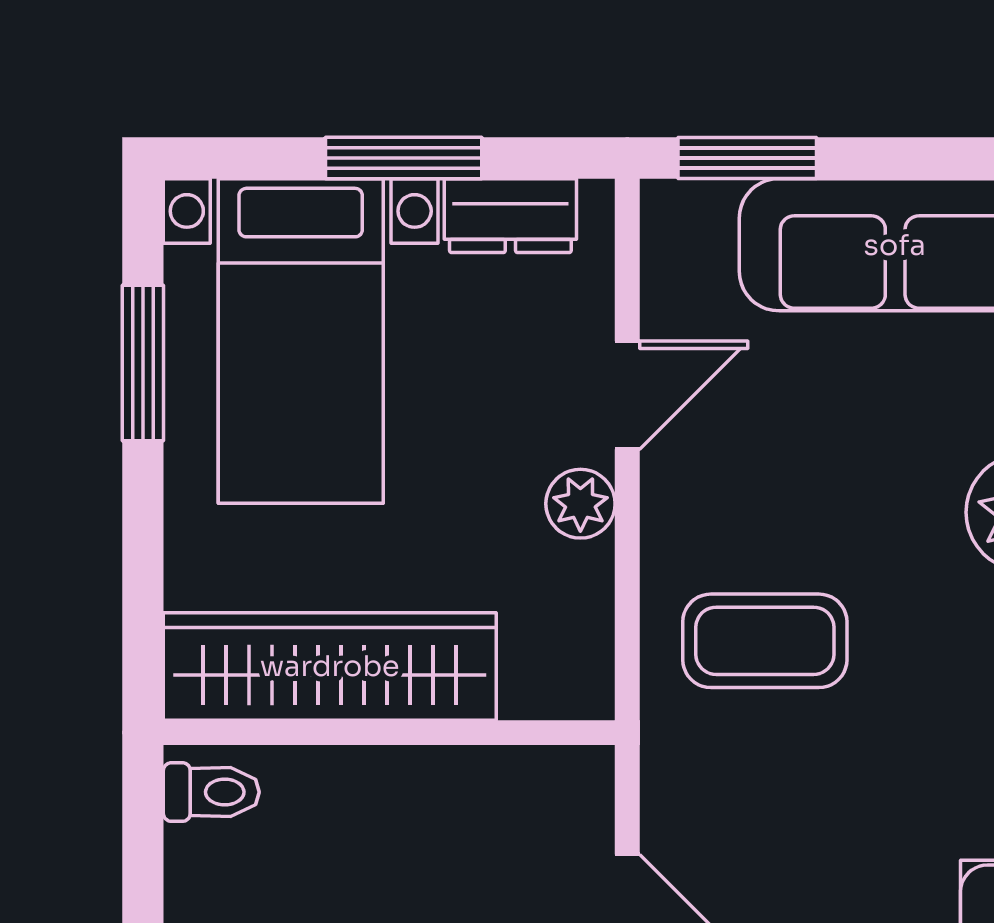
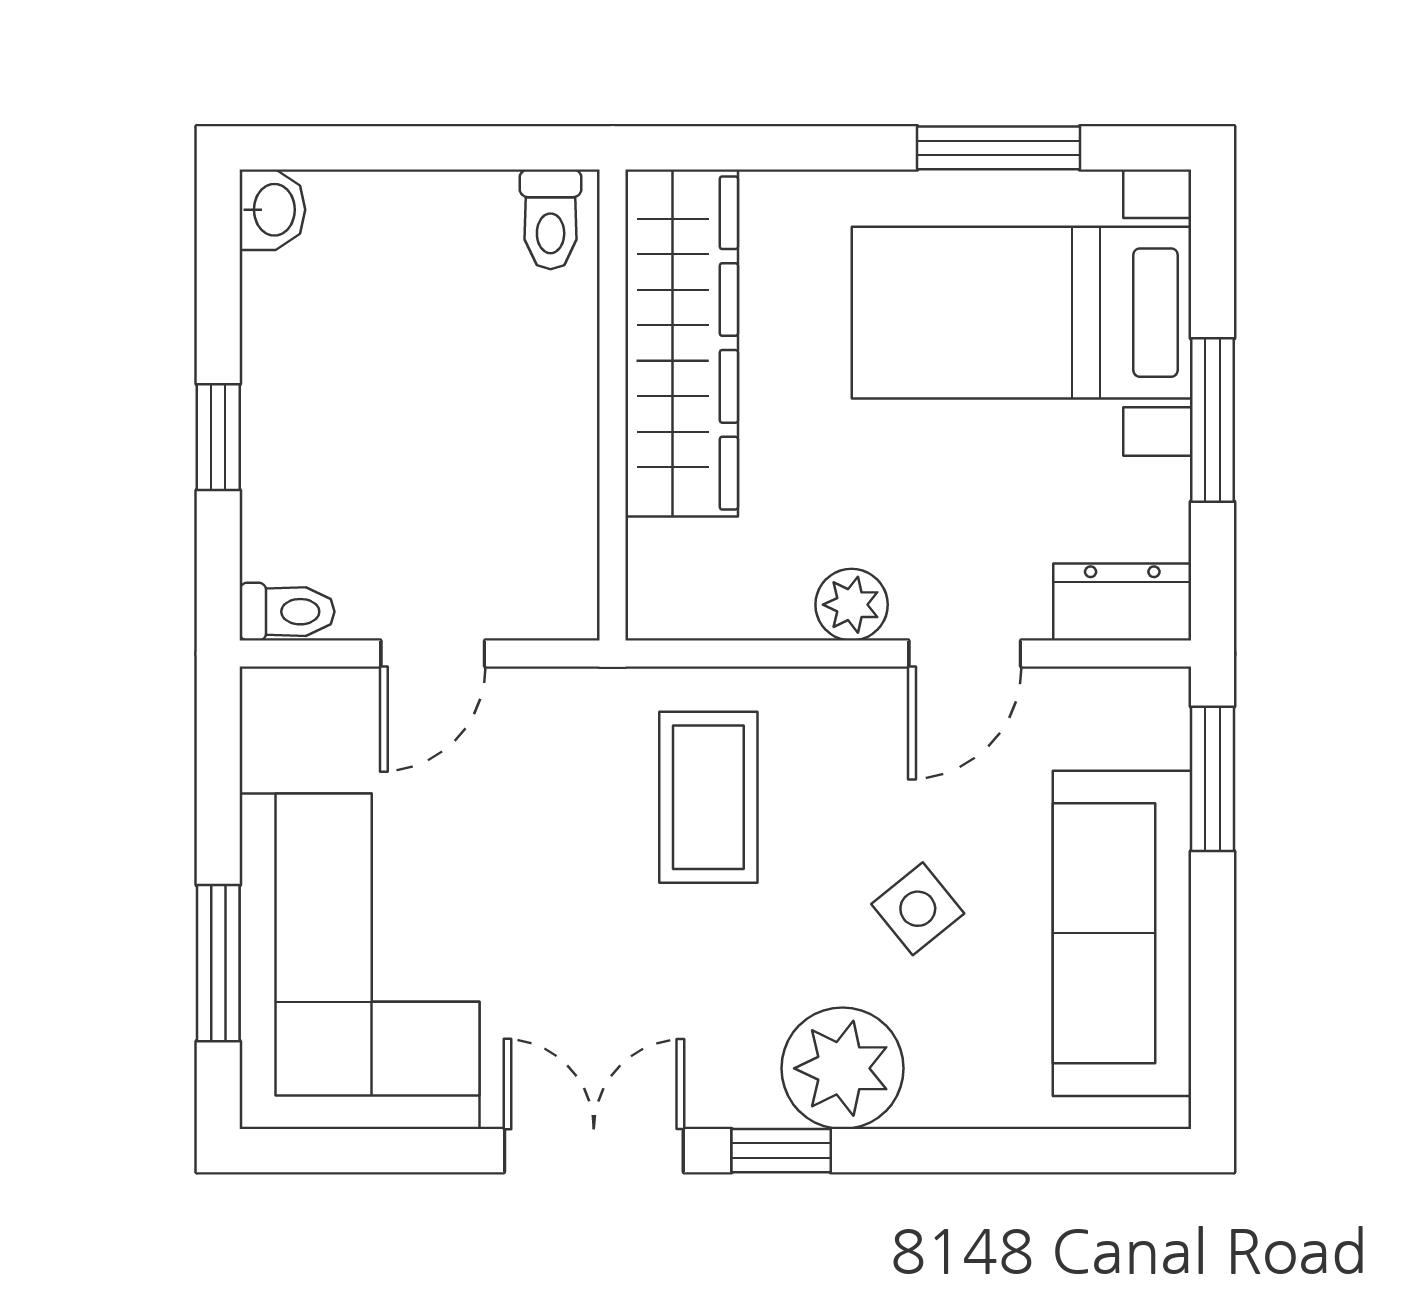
dresser: (510, 216) -> (1122, 602), moved, turned 90
door: (627, 395) -> (965, 654), hinge flipped
side table: (872, 440) -> (918, 909), added

